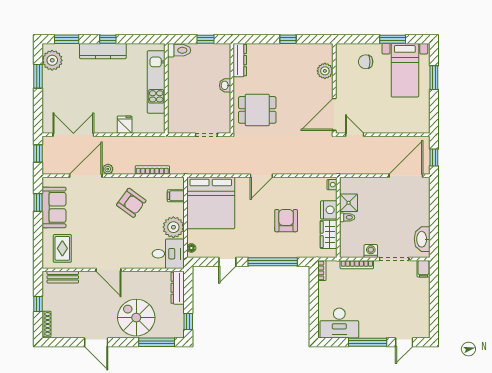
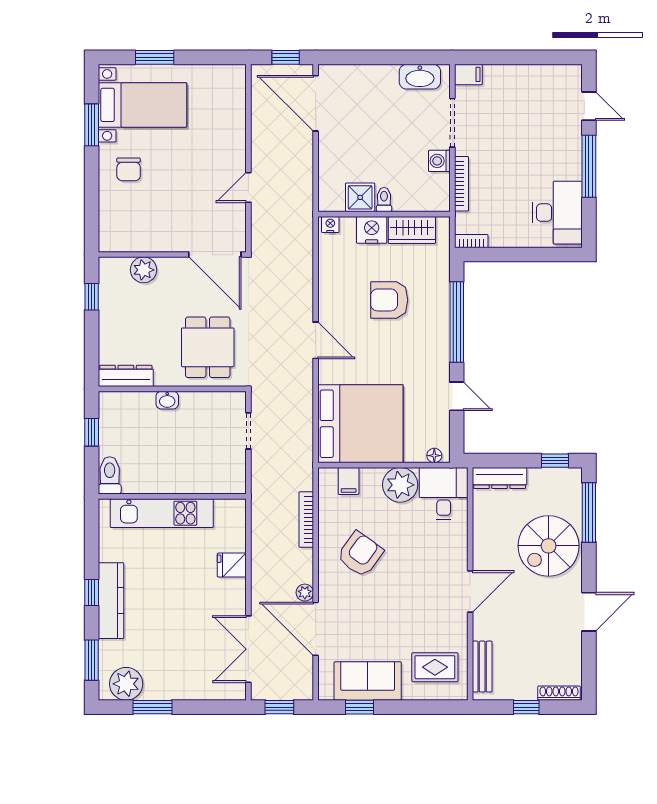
plant: (325, 71) -> (144, 270), moved
wall: (334, 88) -> (172, 255), moved
door: (334, 114) -> (215, 255), moved

